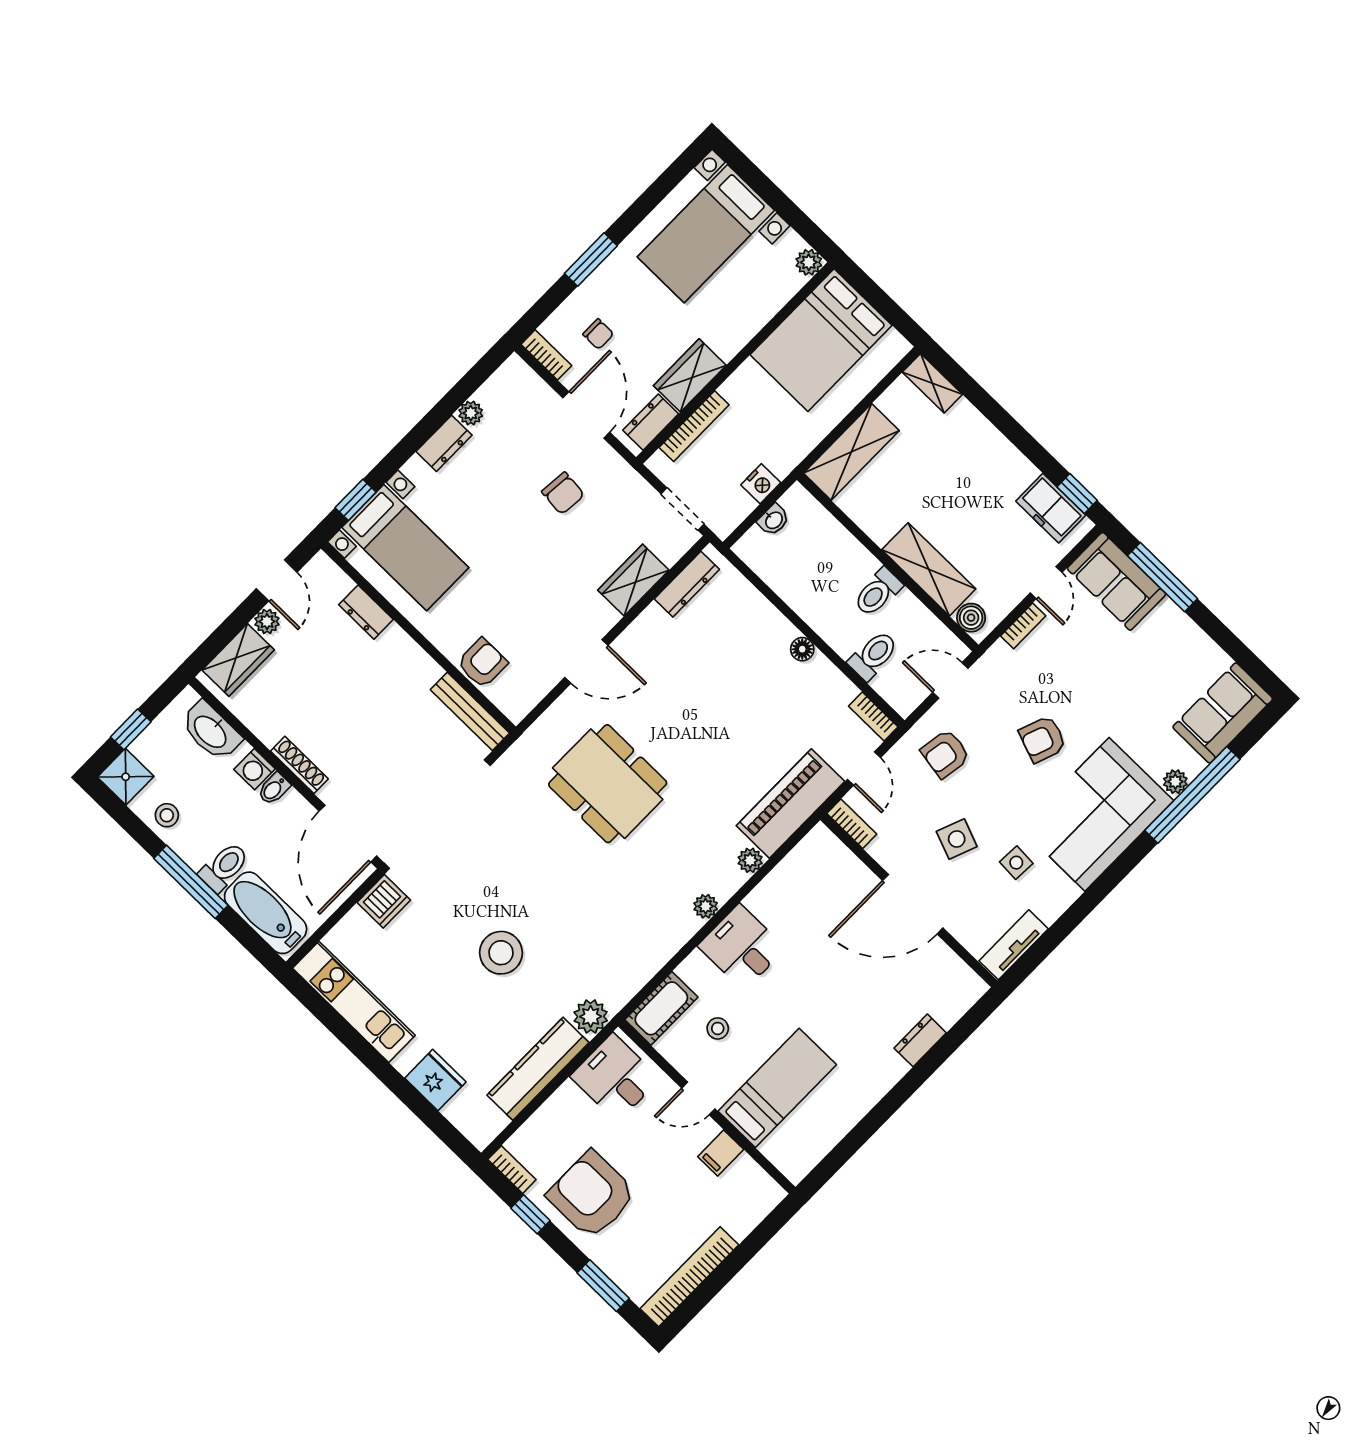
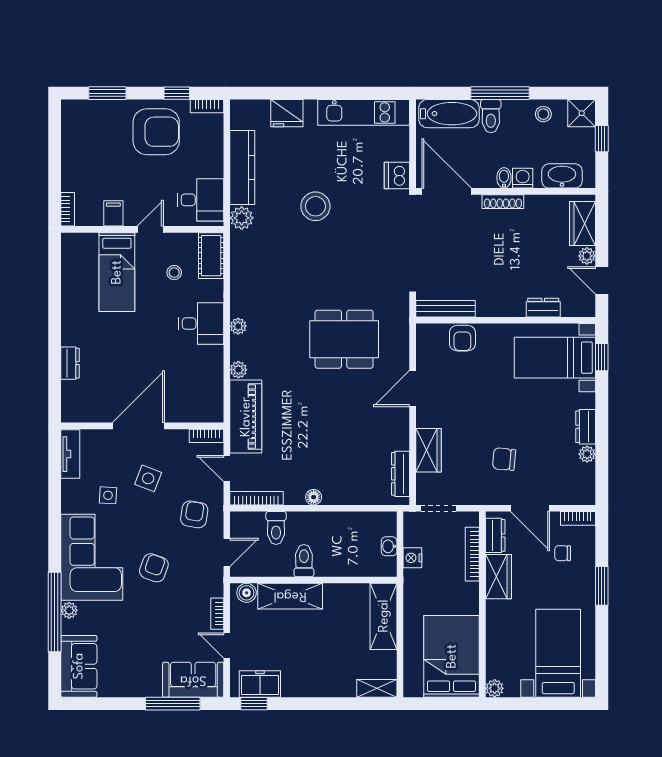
bookcase: (873, 717) -> (256, 498), width x1.56
bookcase: (689, 1277) -> (68, 209), moved, width x0.43, depth x0.76

